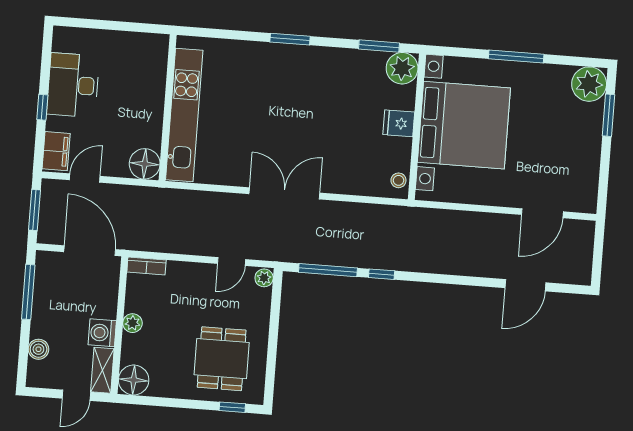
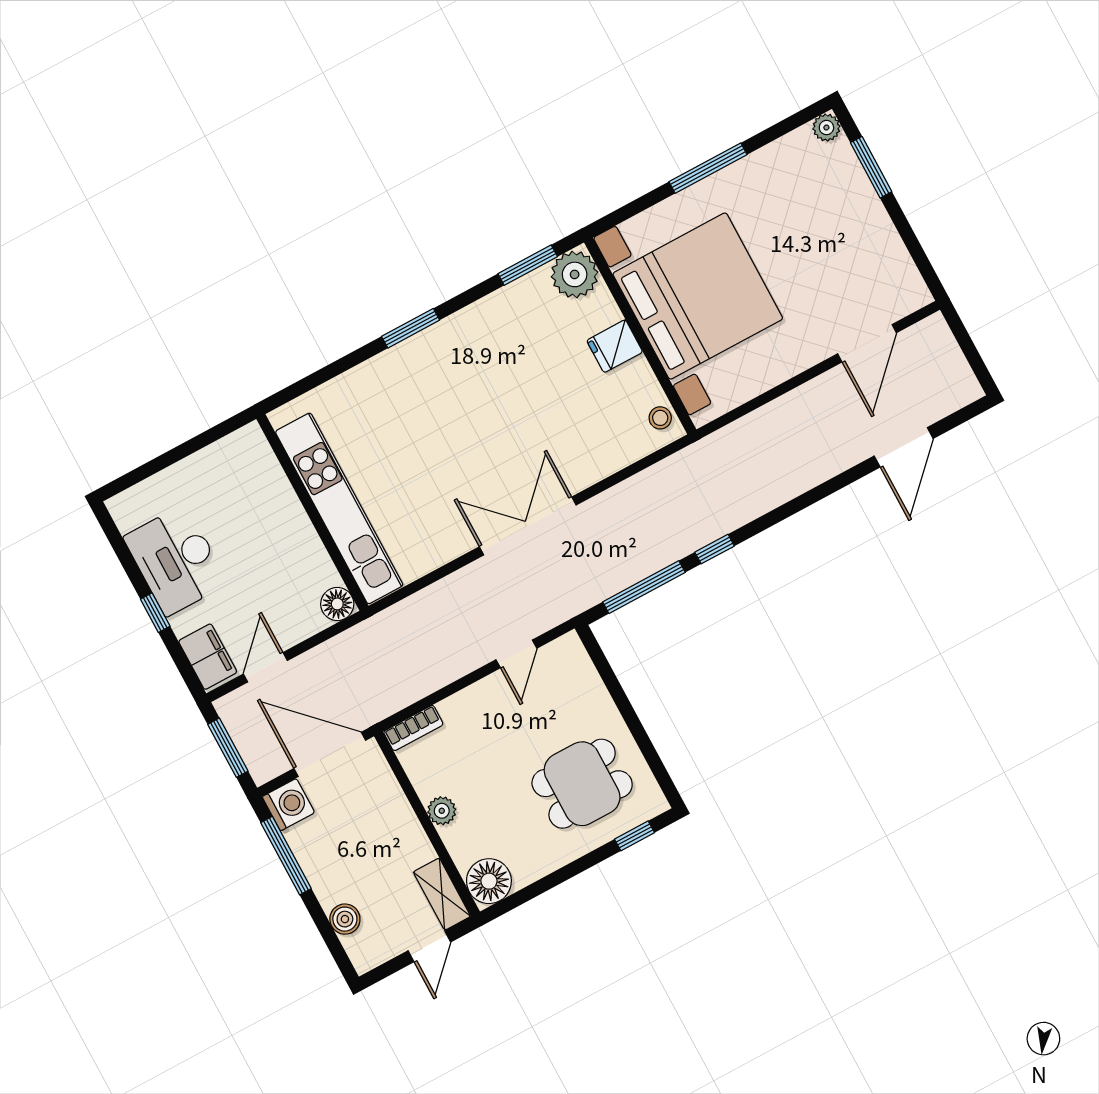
plant: (589, 84) -> (826, 128), width x0.53, depth x0.53
floor lamp: (145, 164) -> (337, 604), width x0.73, depth x0.73
plant: (264, 278) -> (570, 648), removed
washing machine: (102, 333) -> (288, 805), moved, turned 180
dining table: (222, 359) -> (582, 784), turned 90

